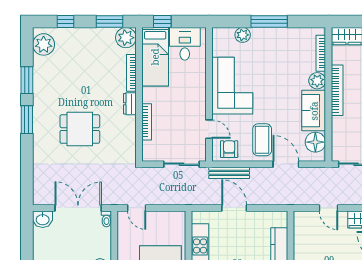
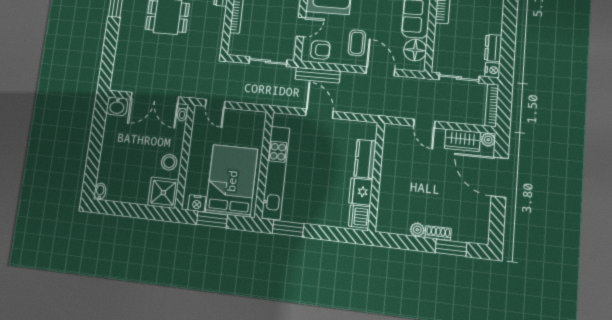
door: (209, 129) -> (301, 27), hinge flipped
coffee table: (262, 140) -> (357, 43), width x0.73, depth x0.77
armchair: (229, 149) -> (320, 50), turned 90
double door: (78, 208) -> (155, 98), swing flipped

